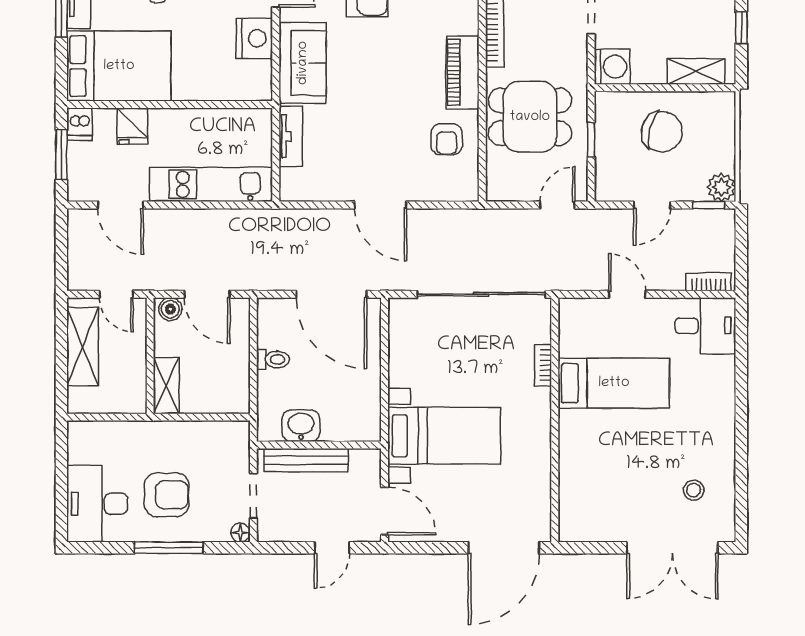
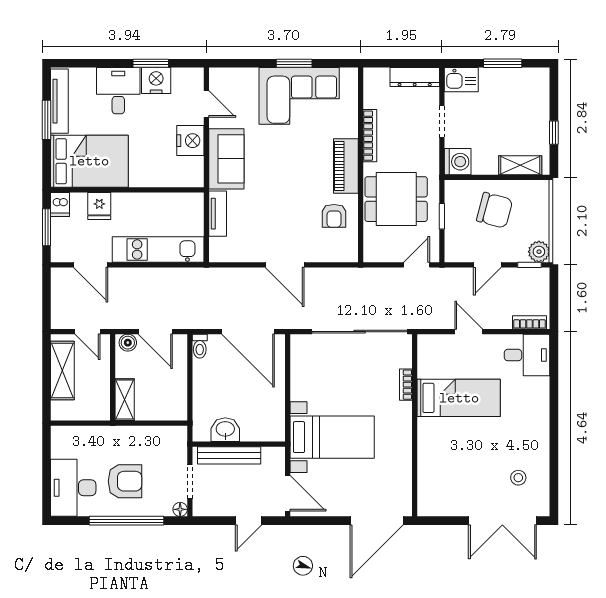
toilet: (273, 360) -> (200, 346), moved, turned 90
window: (169, 548) -> (127, 521), width x1.46

